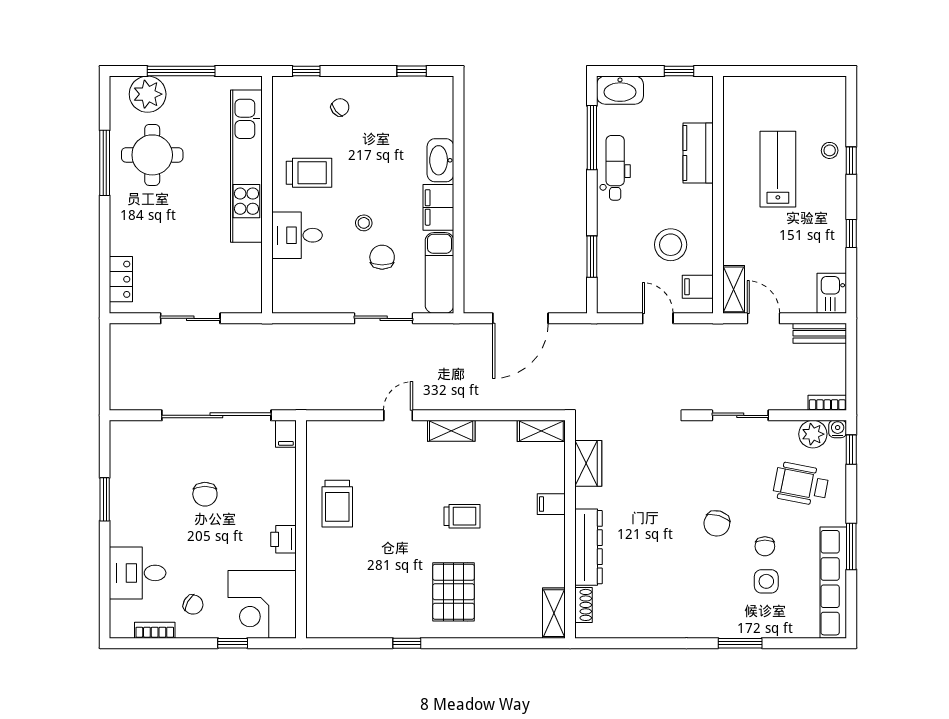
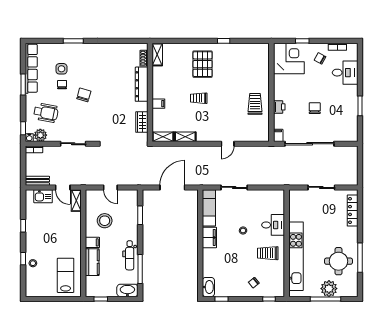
plant: (148, 94) -> (329, 289), moved
washbasin: (440, 160) -> (208, 287), moved
lab bench: (778, 169) -> (66, 275), moved, turned 180
chair: (382, 257) -> (235, 215), removed
locker: (121, 279) -> (353, 211), width x1.53
filing cabinet: (698, 287) -> (92, 242), moved
kitchen sink: (832, 293) -> (43, 196), moved, turned 90
shelving: (451, 431) -> (185, 137), moved
printer: (283, 539) -> (279, 107), moved

